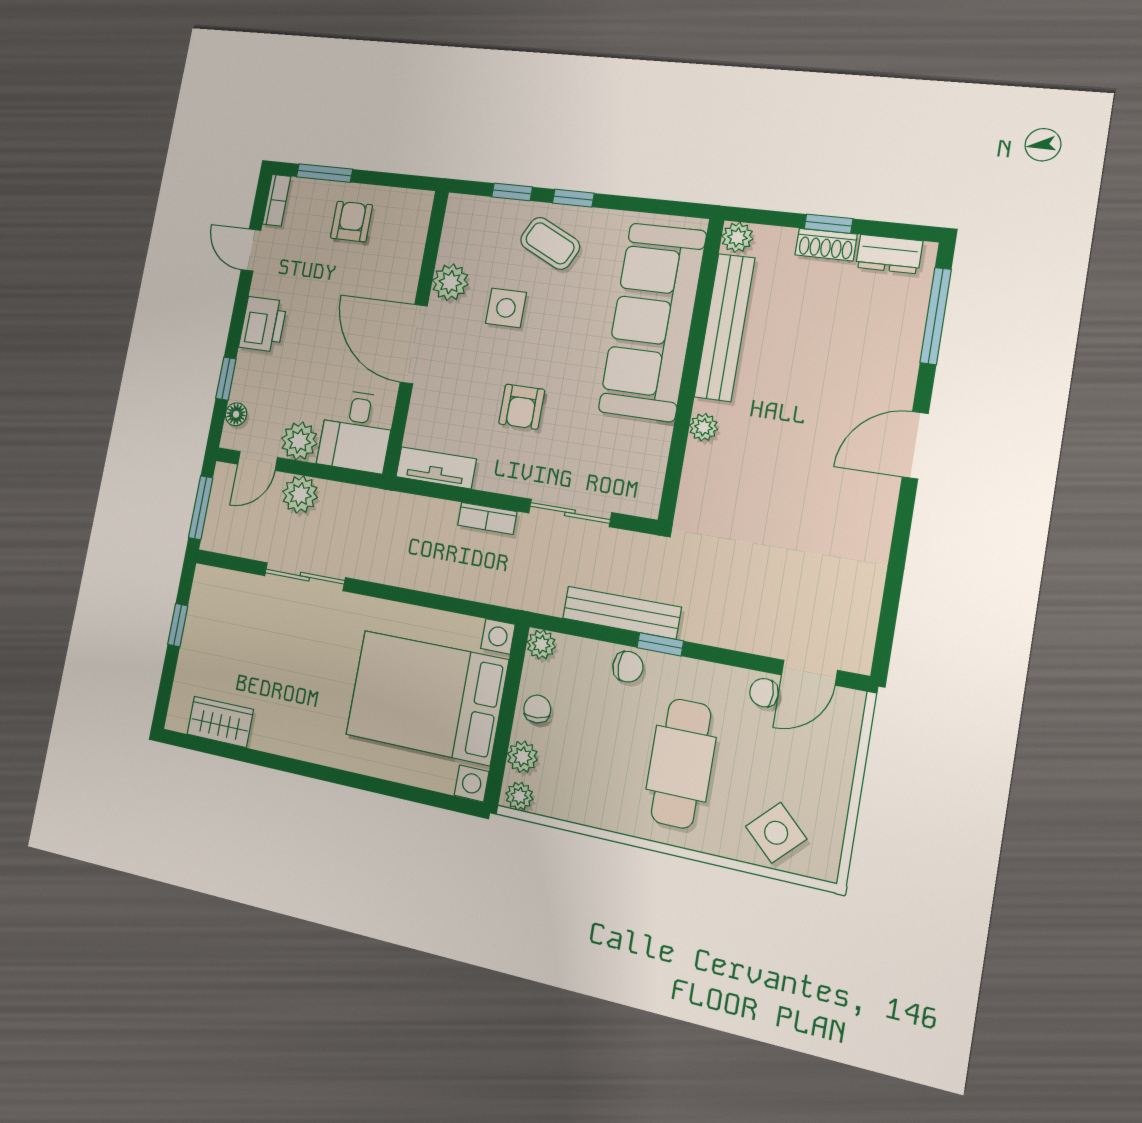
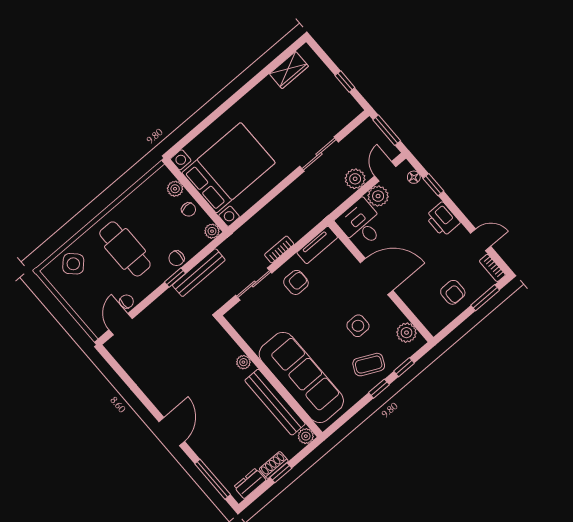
plant: (450, 282) -> (406, 333), moved
armchair: (522, 407) -> (296, 282), moved, turned 90
plant: (519, 796) -> (161, 175), removed

